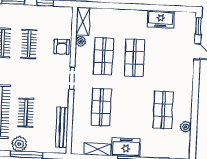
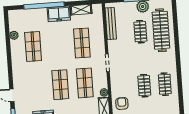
armchair: (62, 47) -> (122, 104), moved

